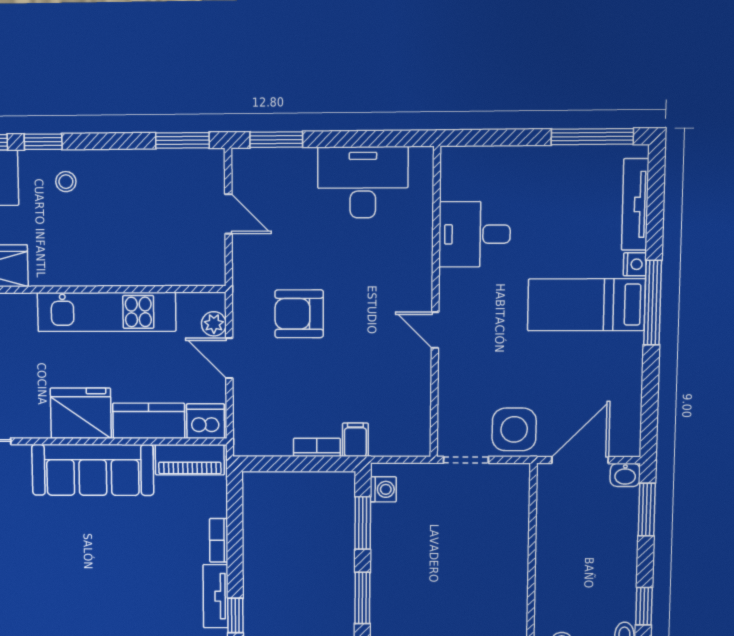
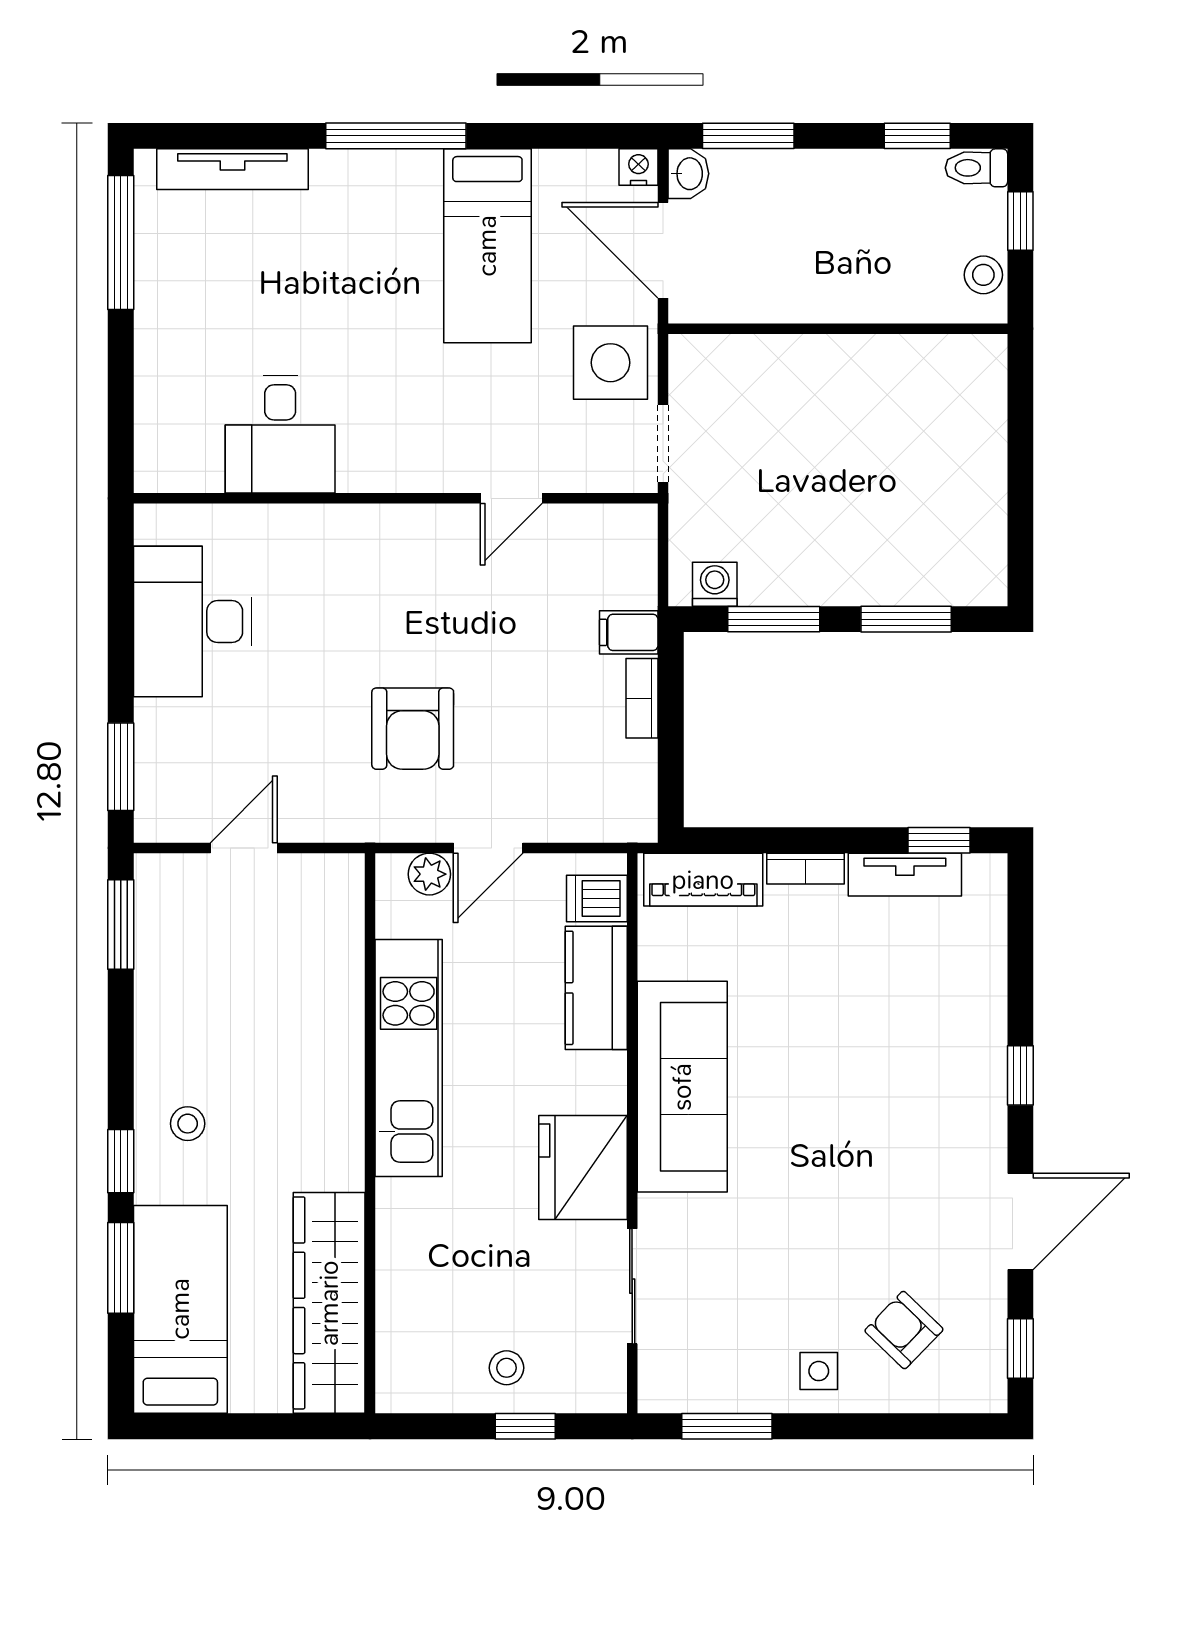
nightstand: (635, 264) -> (638, 167), moved
bed: (586, 305) -> (487, 246), moved
door: (435, 330) -> (511, 498), moved
fridge: (81, 413) -> (583, 1167), moved
dishwasher: (206, 421) -> (597, 899), width x0.73
piano: (190, 460) -> (703, 880), moved, turned 90

